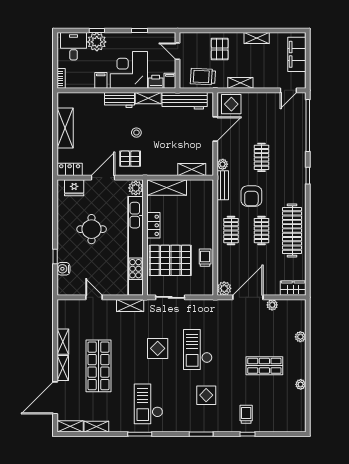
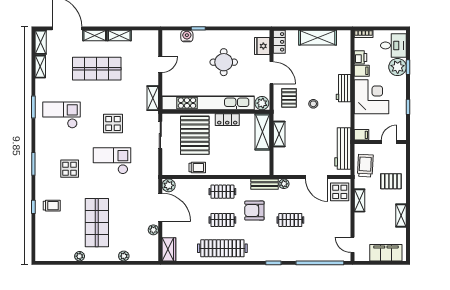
printer: (156, 82) -> (360, 57), moved
shelving: (148, 98) -> (345, 115), removed
shelving: (192, 169) -> (279, 134), moved
shop shelf: (264, 366) -> (97, 223), width x1.43, depth x1.36

